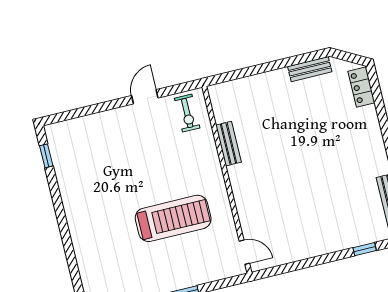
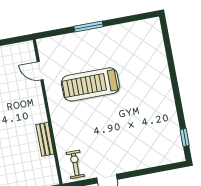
door: (244, 252) -> (40, 71), moved

